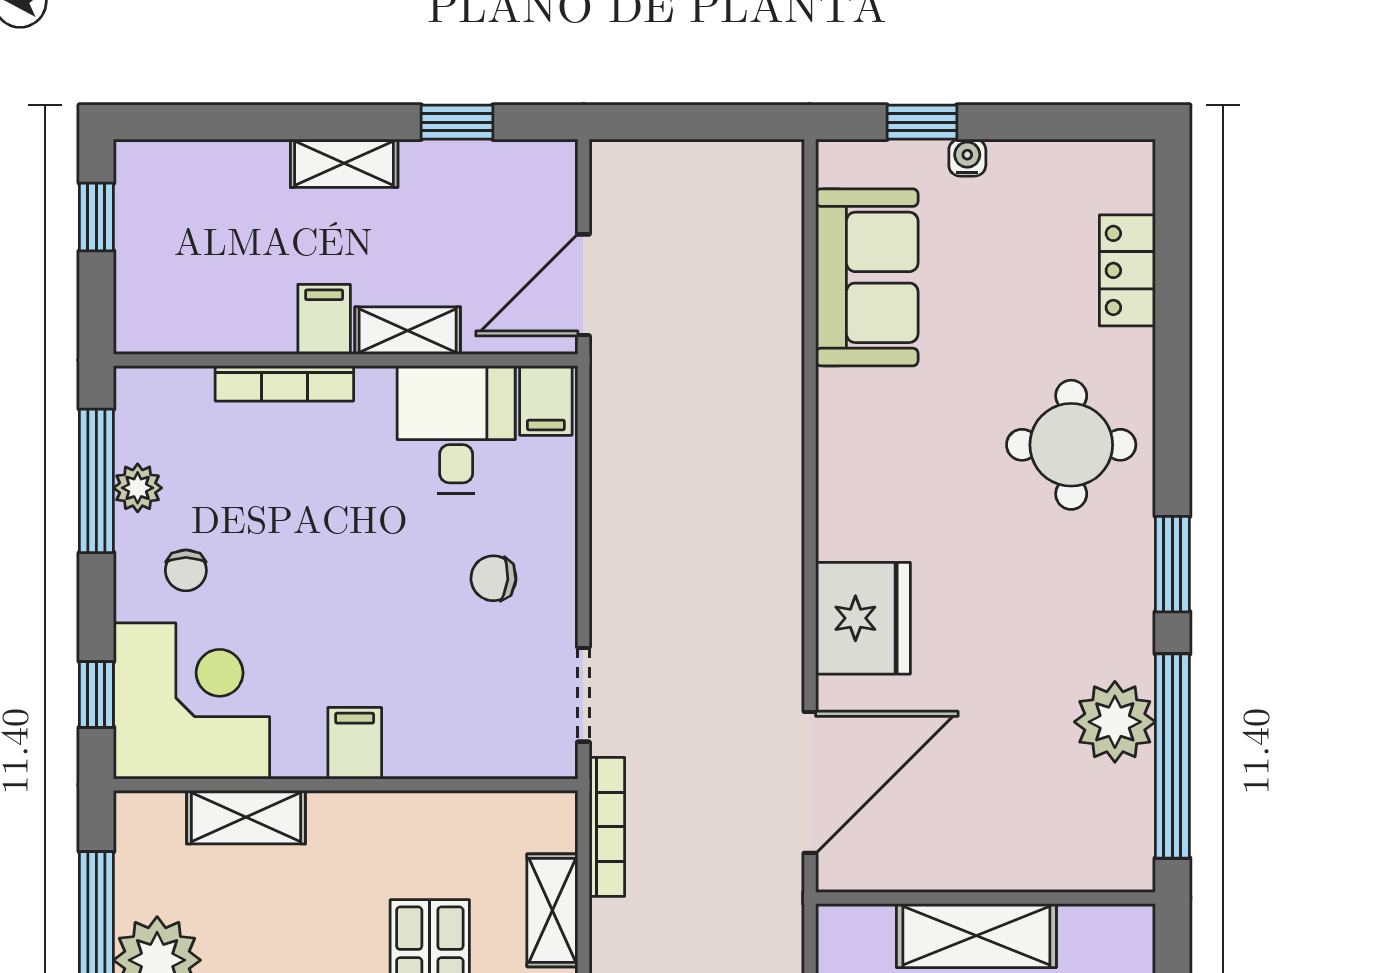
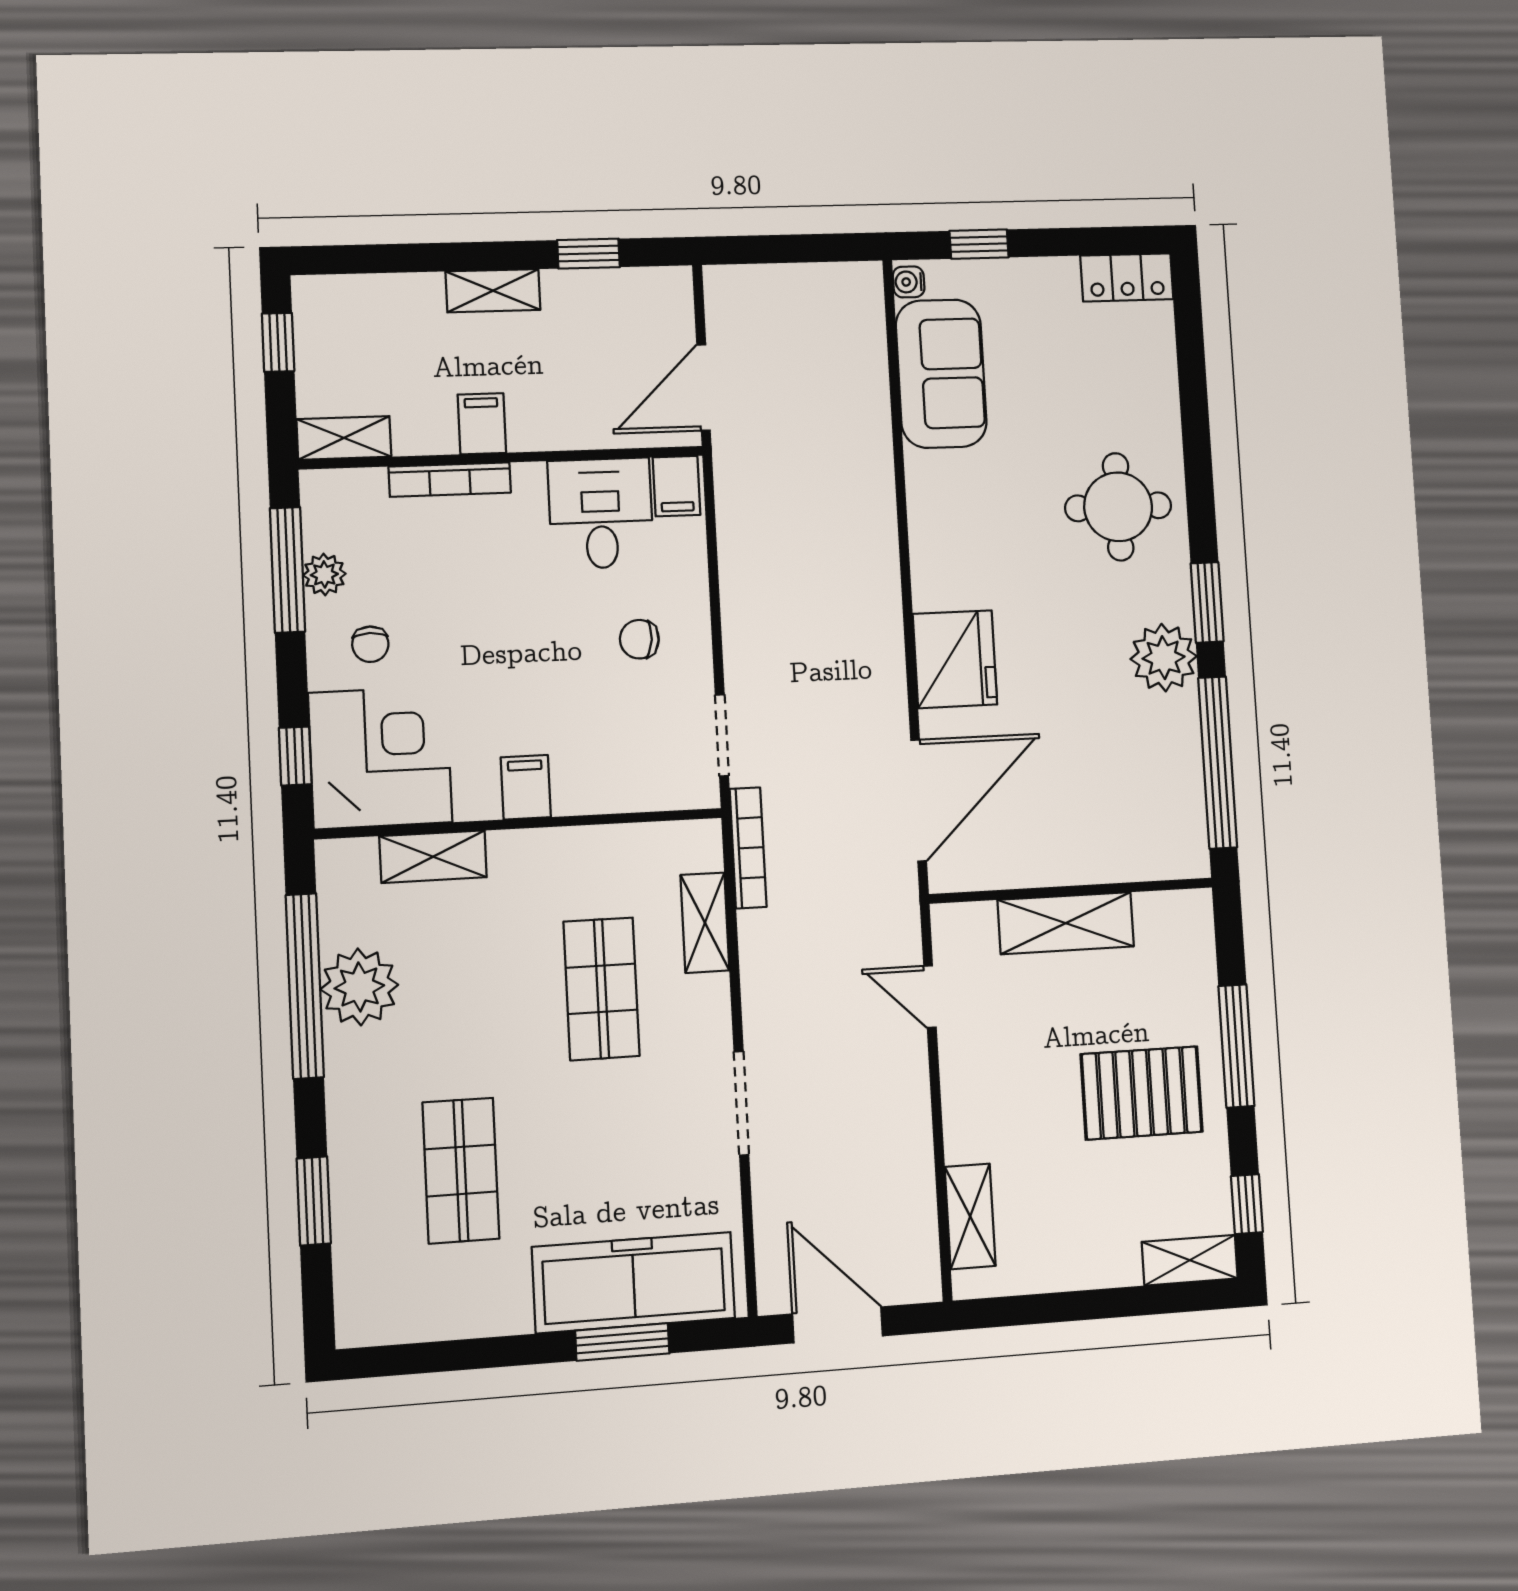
water cooler: (967, 158) -> (909, 282), moved, turned -90
locker: (1127, 270) -> (1127, 277), moved, turned -90
shelving: (408, 331) -> (344, 438), moved
plant: (1115, 722) -> (1164, 658), moved

